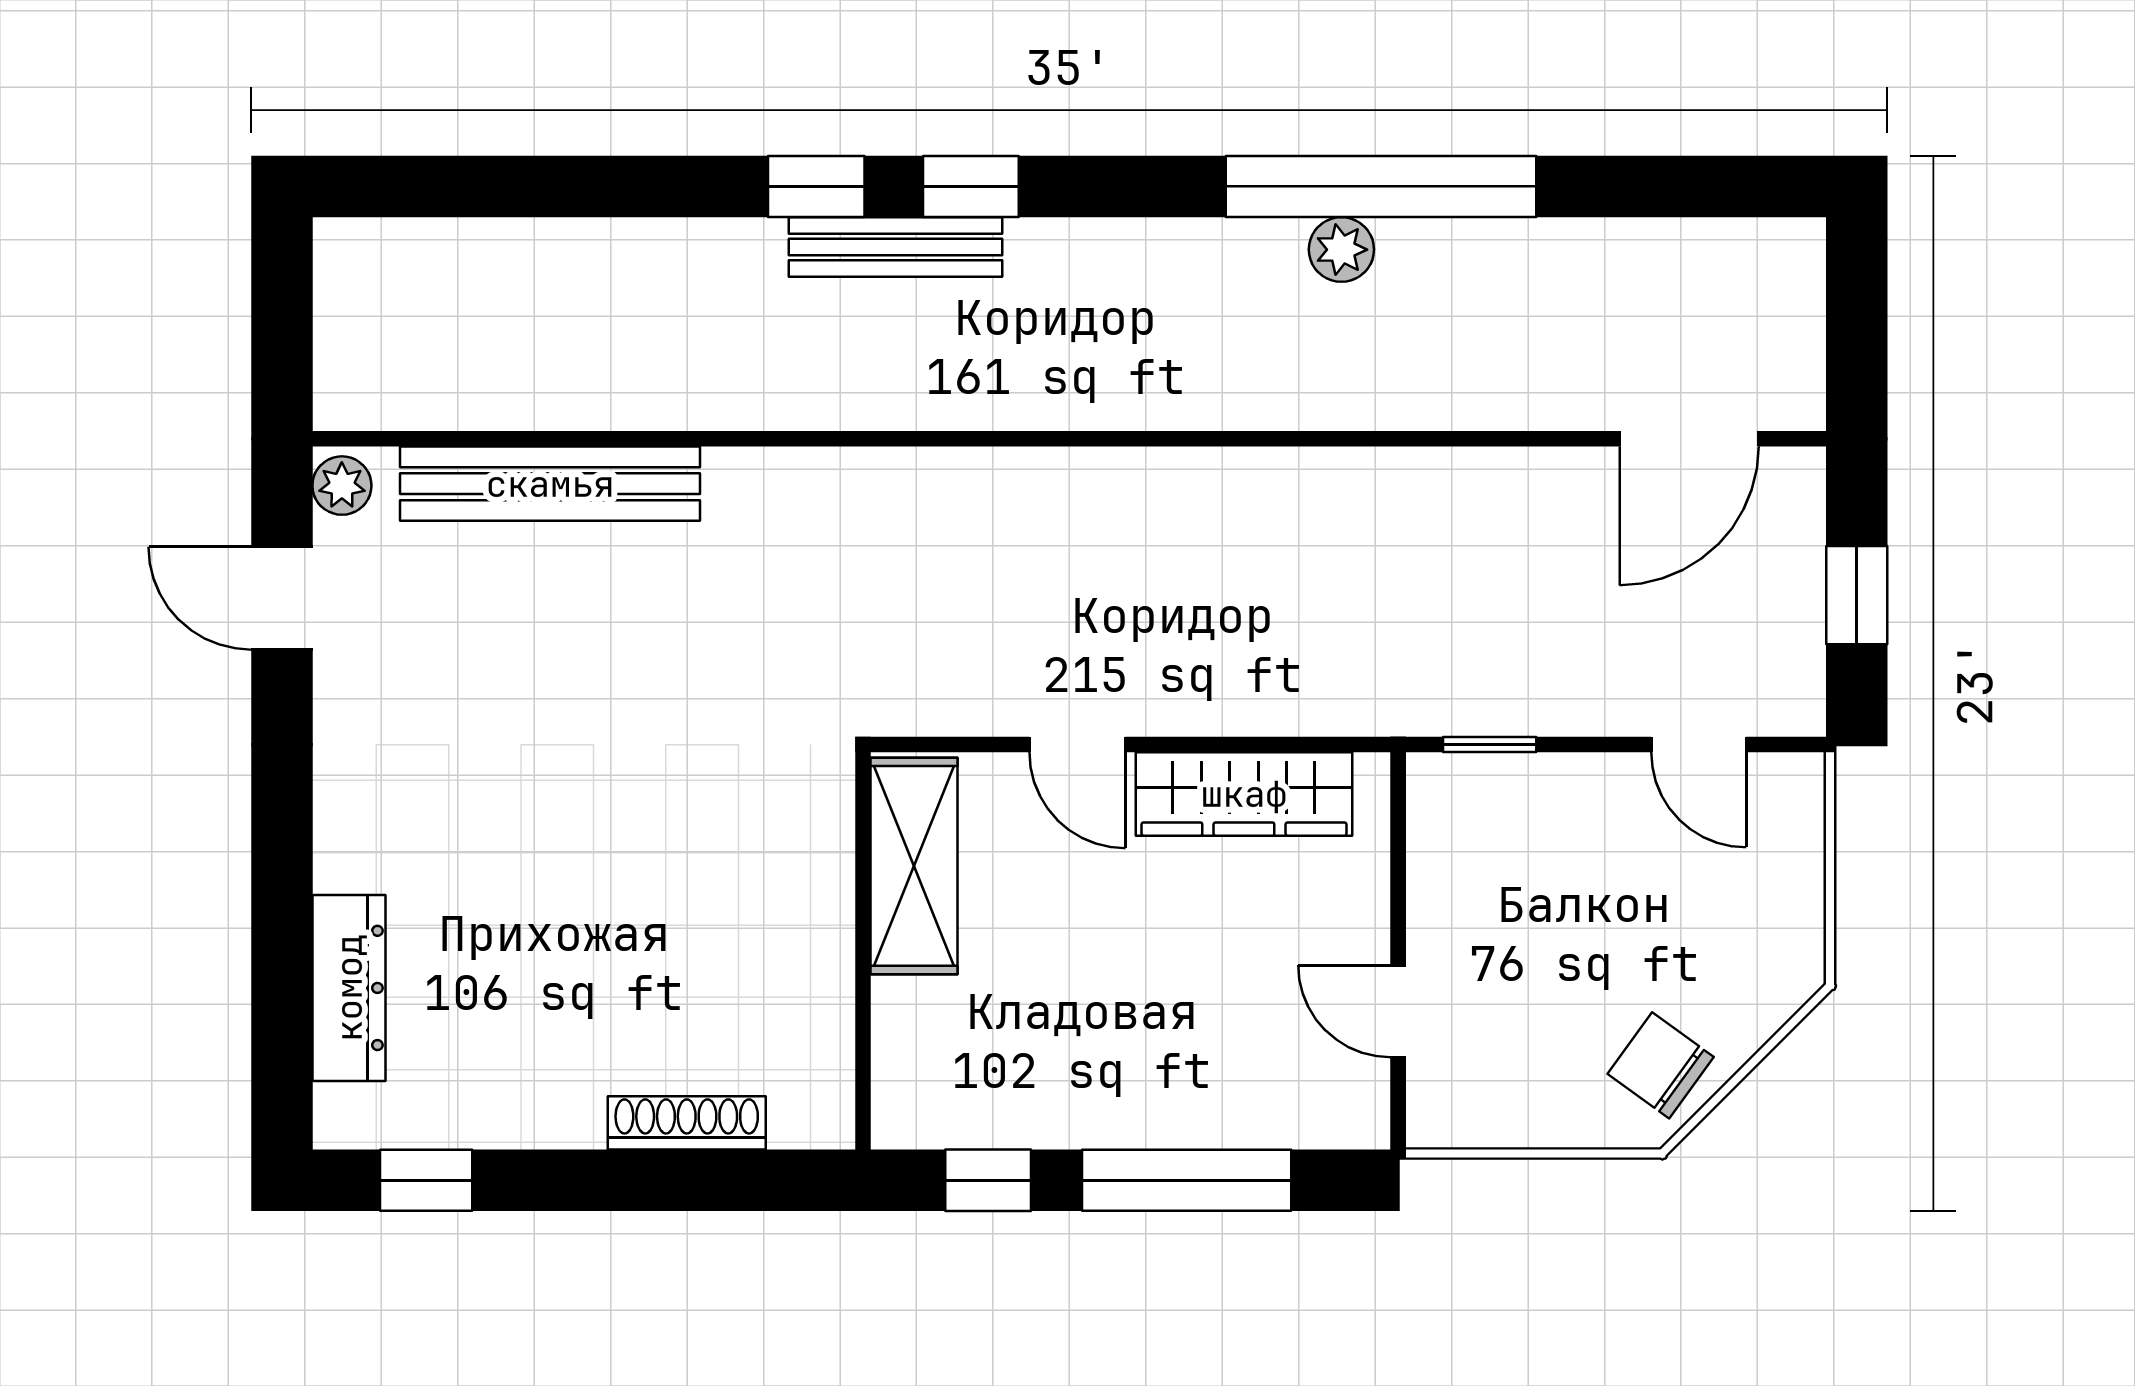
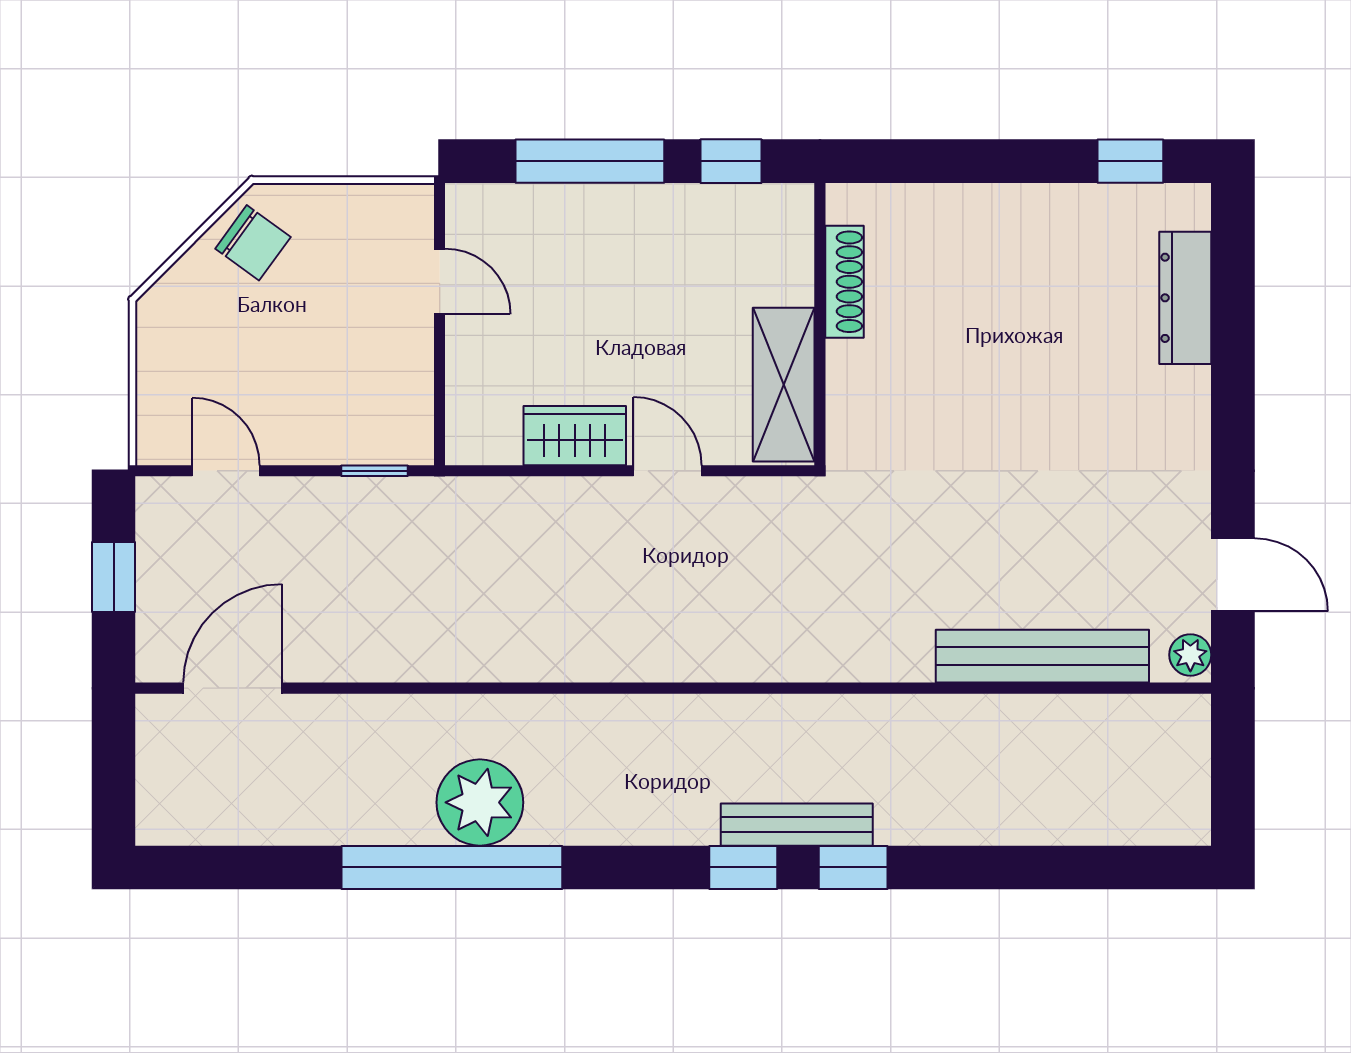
plant: (1341, 250) -> (480, 802), width x1.88, depth x1.88
wardrobe: (1244, 794) -> (575, 436), width x0.67
shoe rack: (687, 1123) -> (844, 282), moved, turned -90

